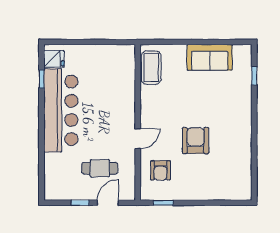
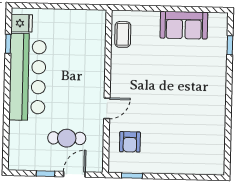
coffee table: (151, 68) -> (123, 34), width x0.73, depth x0.77
armchair: (196, 141) -> (167, 112), removed

